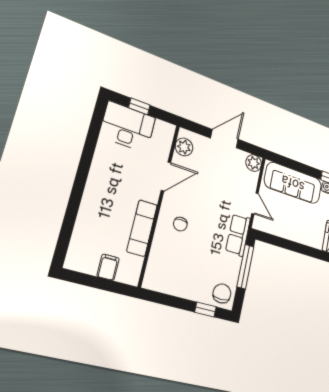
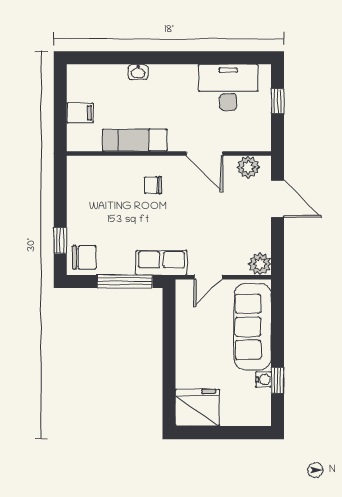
desk: (128, 127) -> (228, 88), moved, turned -90
door: (224, 139) -> (278, 199), moved
washbasin: (86, 209) -> (138, 72), added

